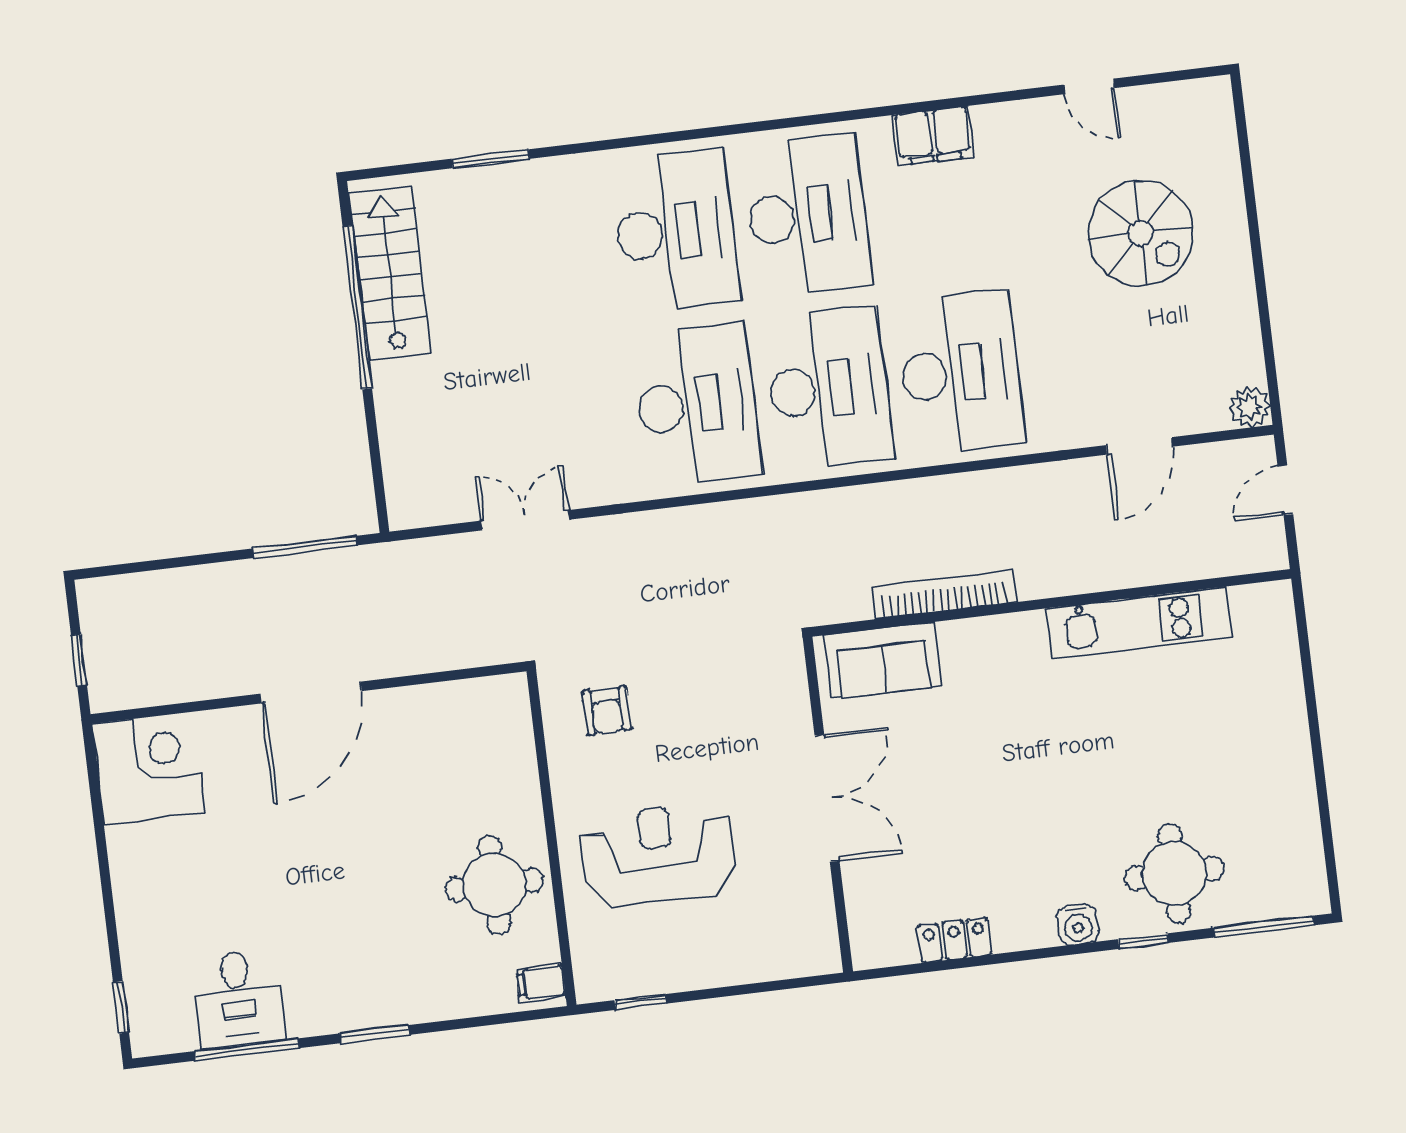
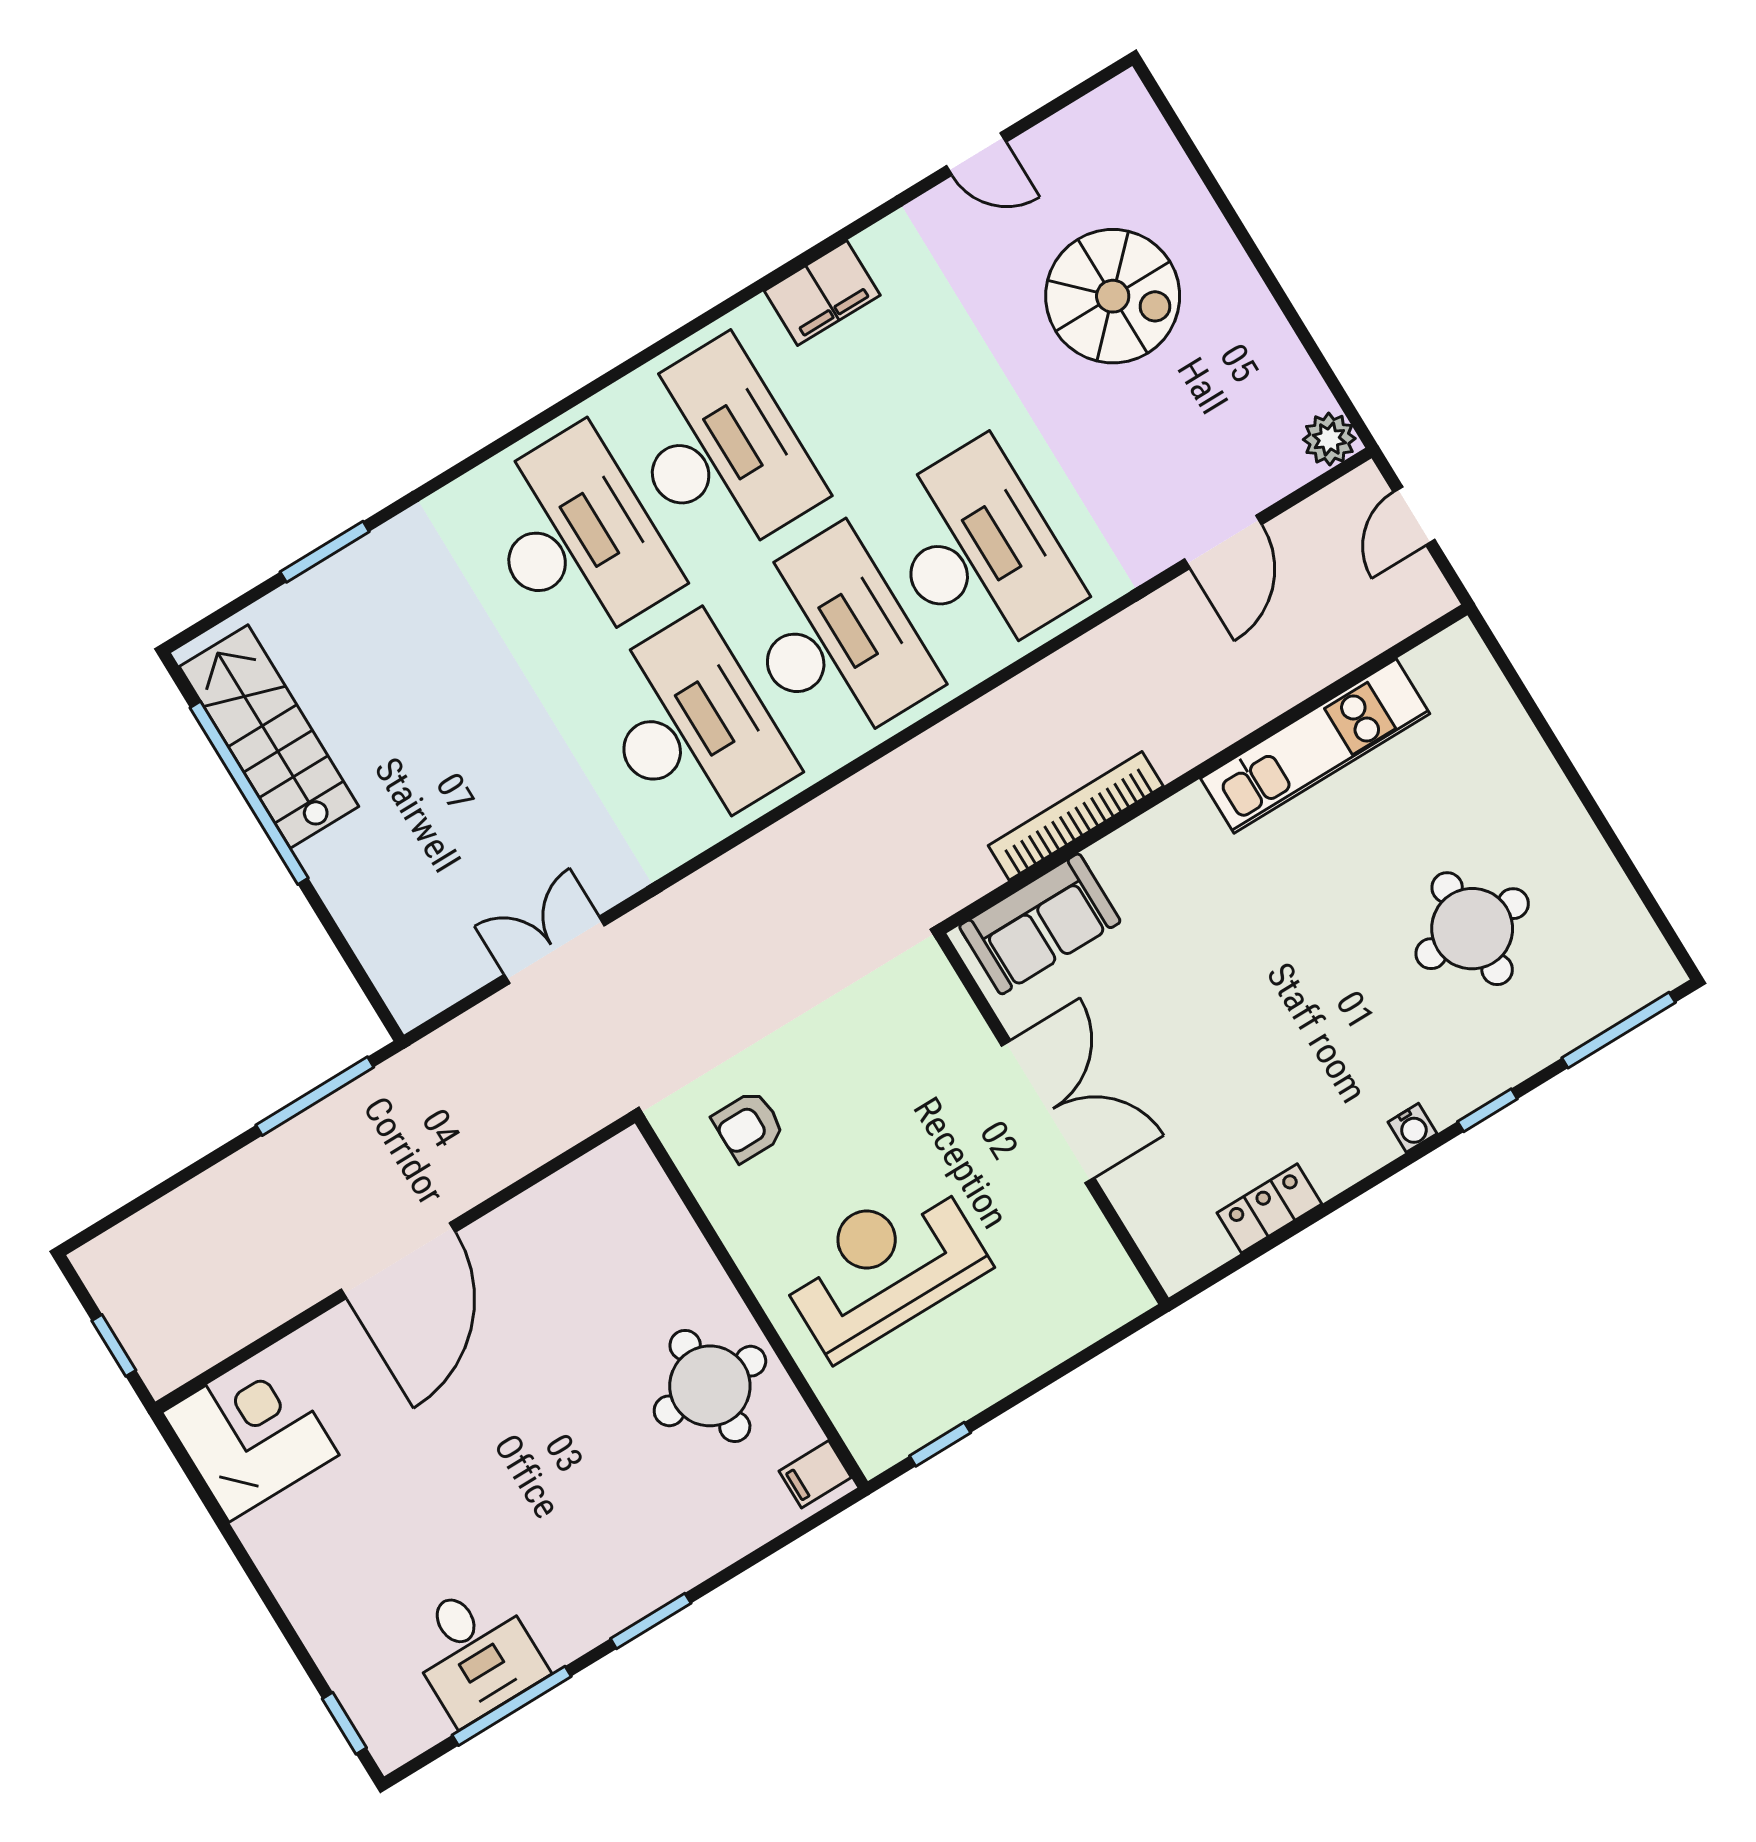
armchair: (607, 711) -> (748, 1126), turned 90
round table: (1174, 873) -> (1472, 929), moved
water cooler: (1078, 924) -> (1412, 1128), width x0.72, depth x0.72

